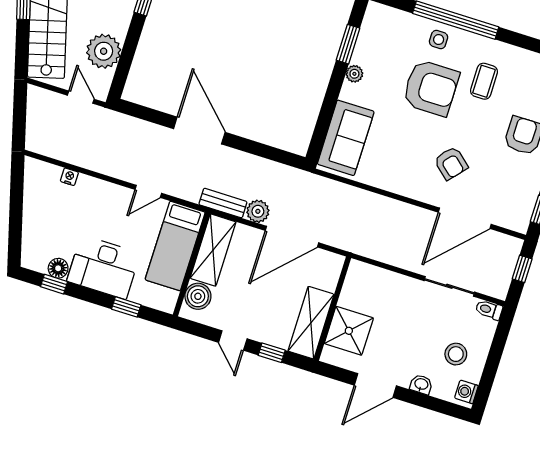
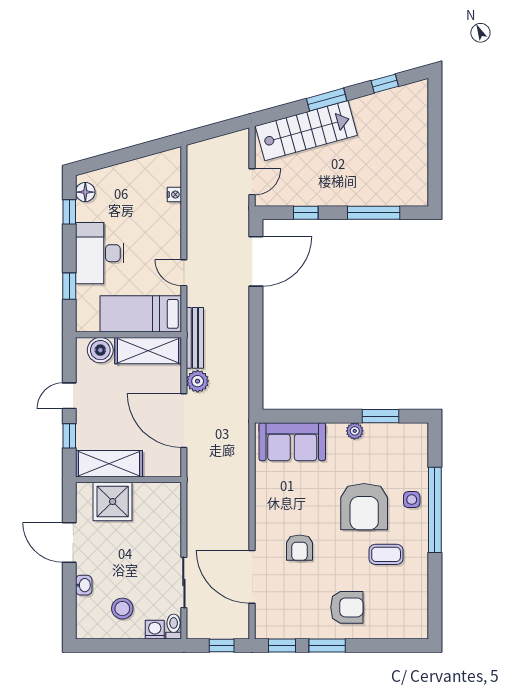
plant: (104, 51) -> (302, 190), removed
window: (127, 54) -> (306, 213), added
door: (199, 131) -> (256, 261), moved
armchair: (451, 163) -> (299, 548), turned -41
bench: (223, 203) -> (195, 338), width x1.36
floor lamp: (58, 268) -> (85, 192), moved
washing machine: (466, 392) -> (155, 630), moved

